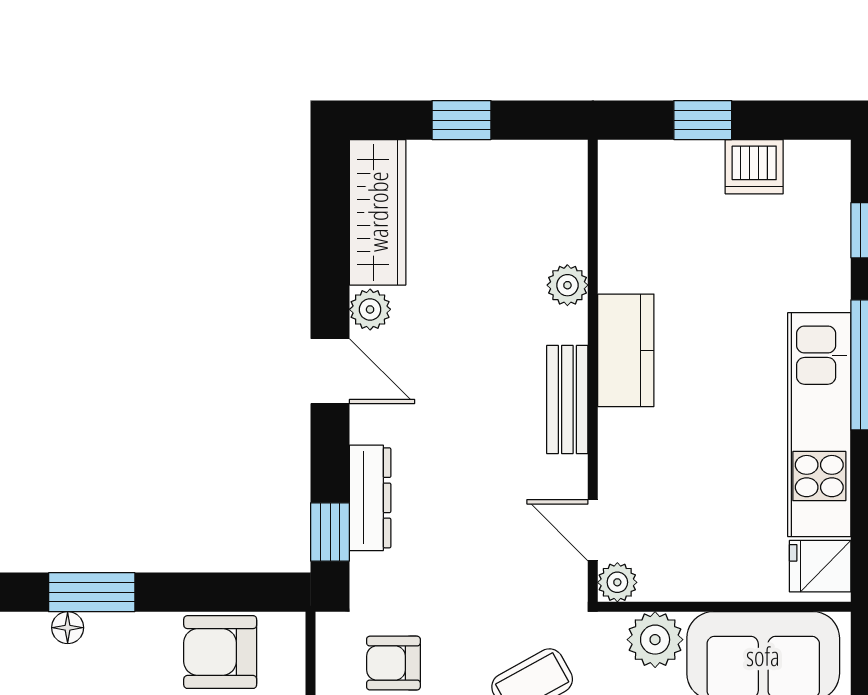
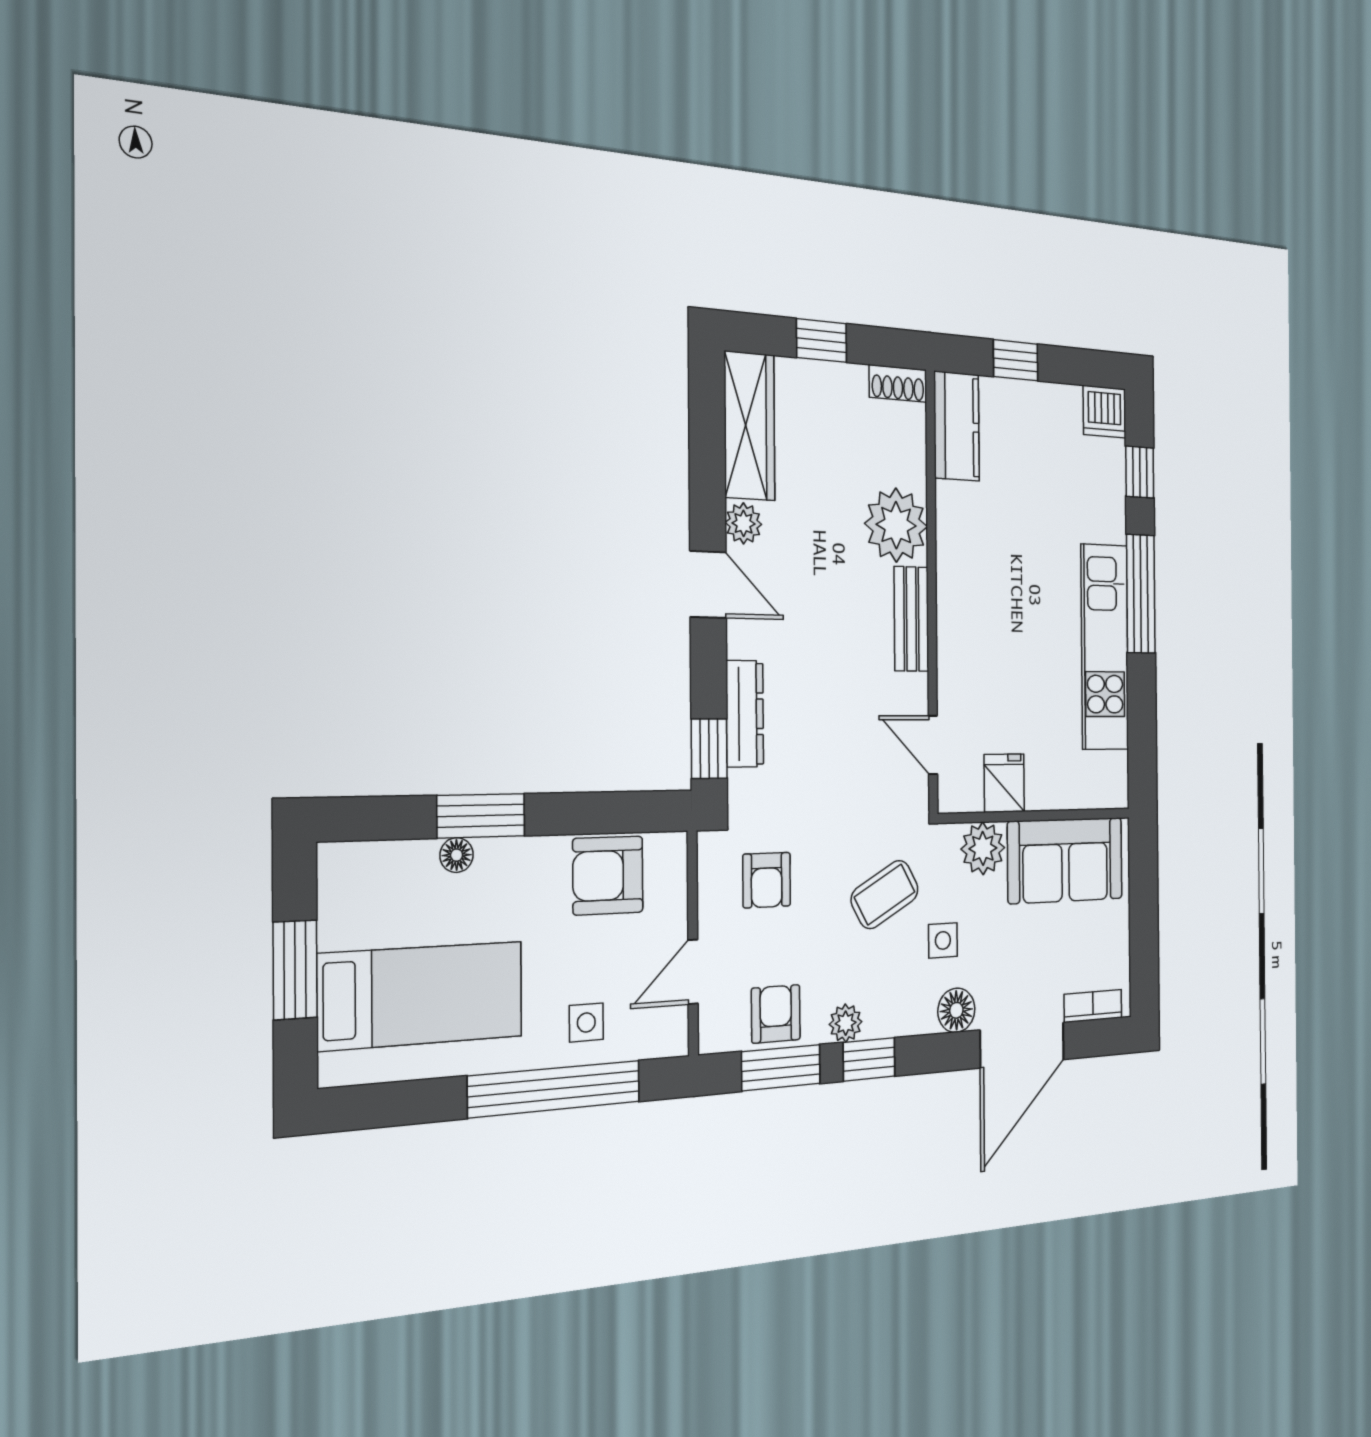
shoe rack: (553, 157) -> (898, 383), added
dishwasher: (754, 167) -> (1104, 412), moved
plant: (567, 285) -> (896, 525), width x1.88, depth x1.88
kitchen counter: (626, 350) -> (957, 426), moved
fridge: (820, 566) -> (1004, 783), moved, turned 90
plant: (617, 582) -> (953, 795), removed
armchair: (393, 663) -> (767, 880), turned -90

